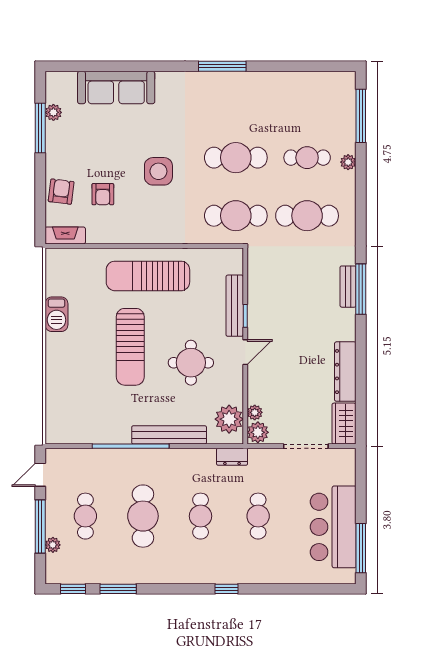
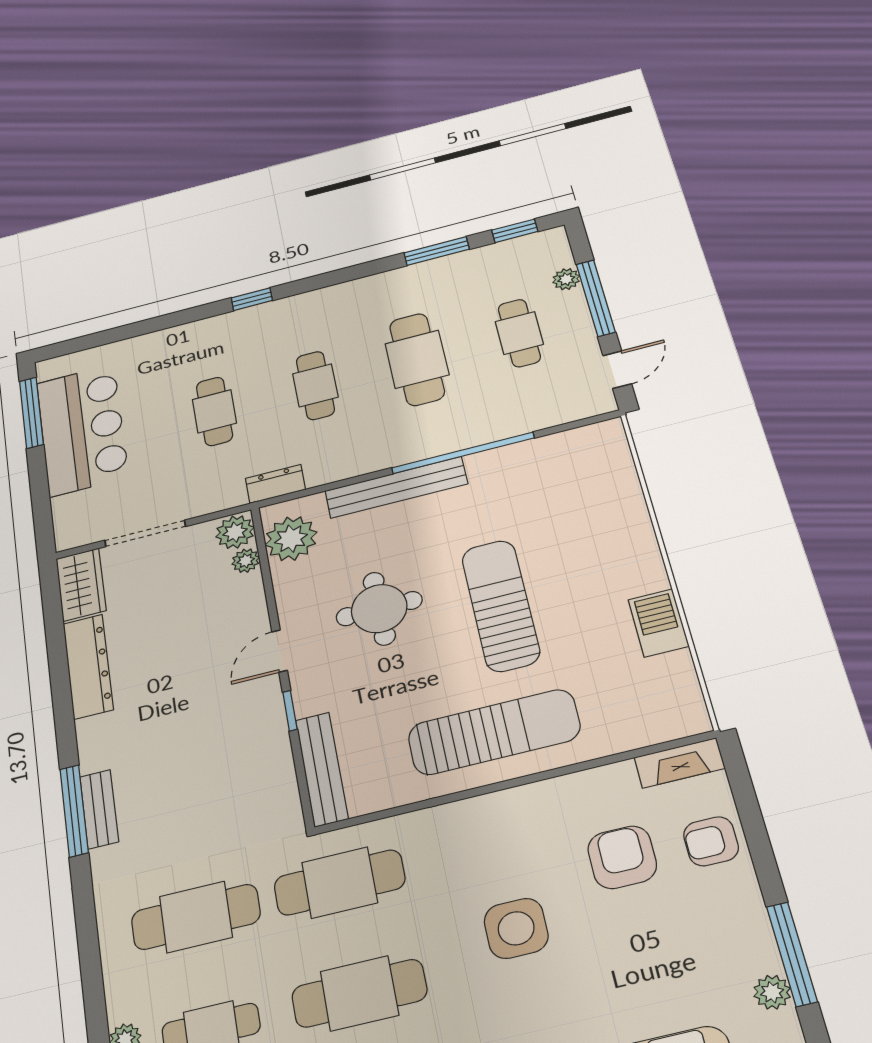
armchair: (61, 192) -> (711, 841), turned 83
armchair: (103, 194) -> (622, 857), width x1.38, depth x1.38
bench: (235, 306) -> (322, 769), moved

